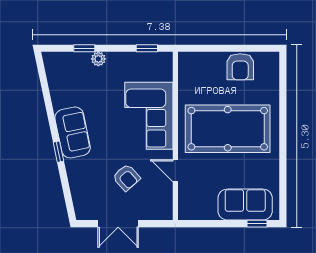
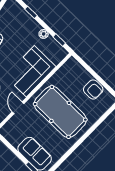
plant: (98, 59) -> (44, 34), moved
armchair: (240, 67) -> (93, 89), turned -90

